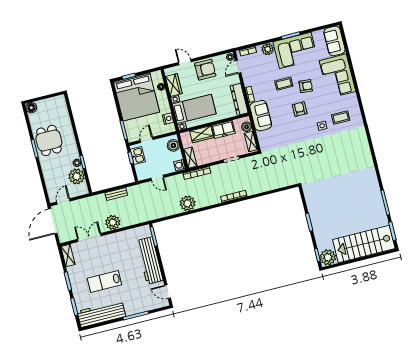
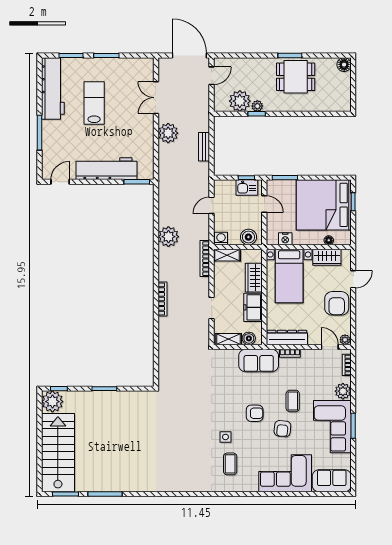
door: (63, 201) -> (212, 76), hinge flipped
double door: (89, 238) -> (156, 98), swing flipped
shelving: (68, 255) -> (140, 64), removed

